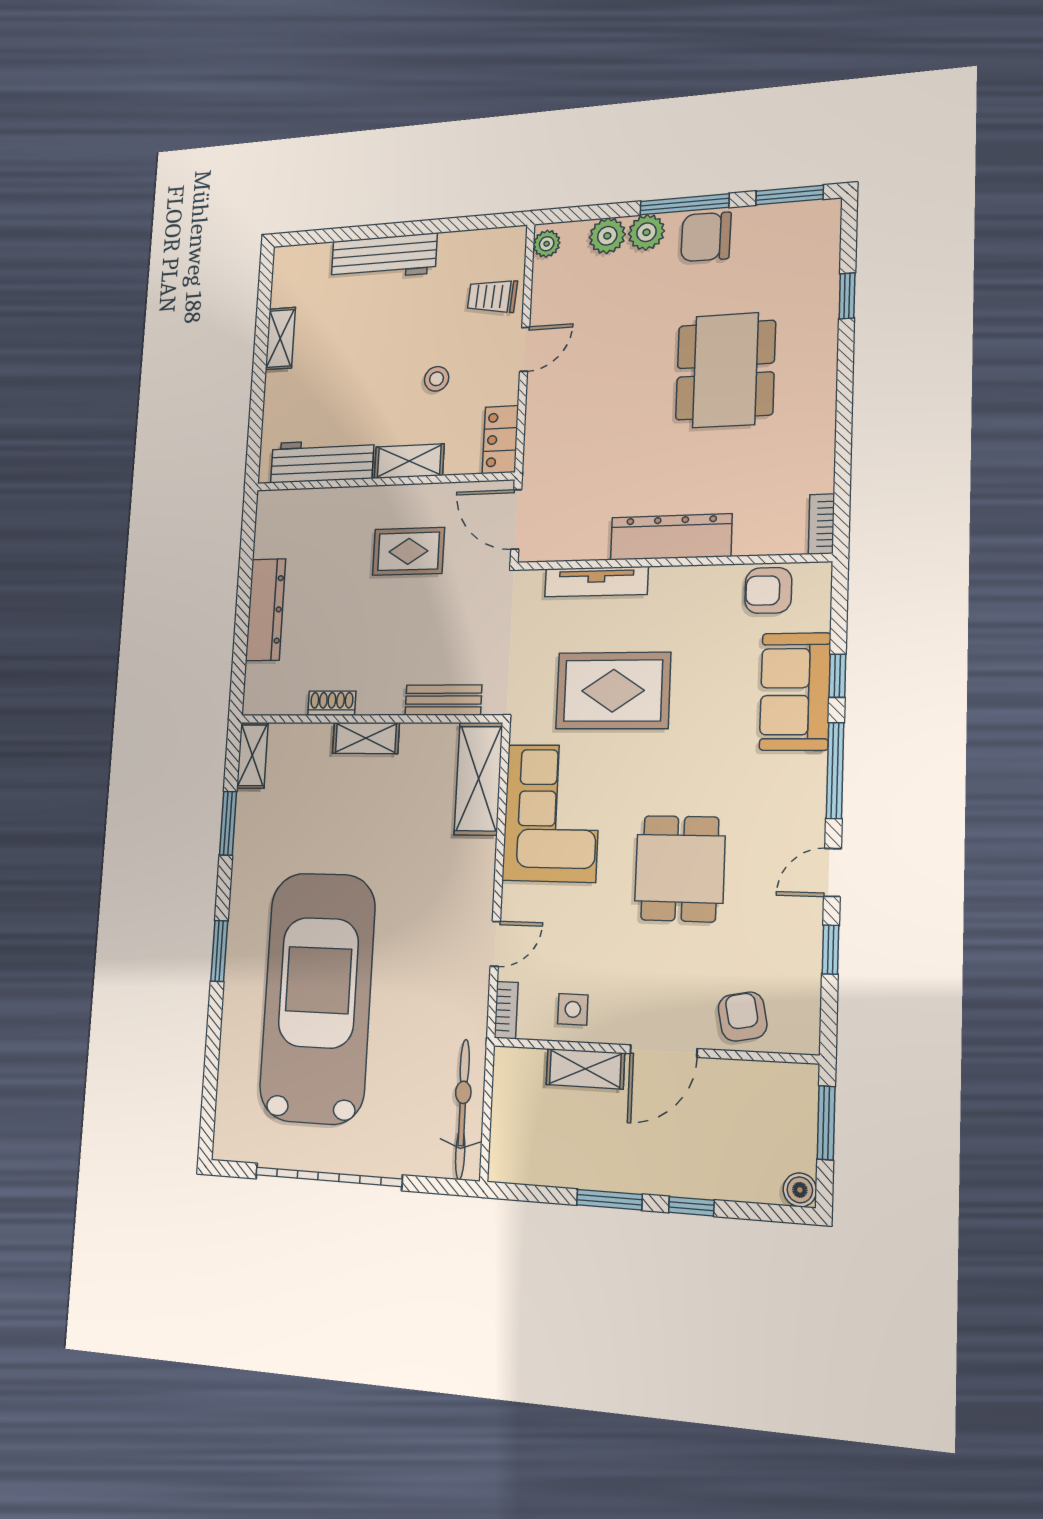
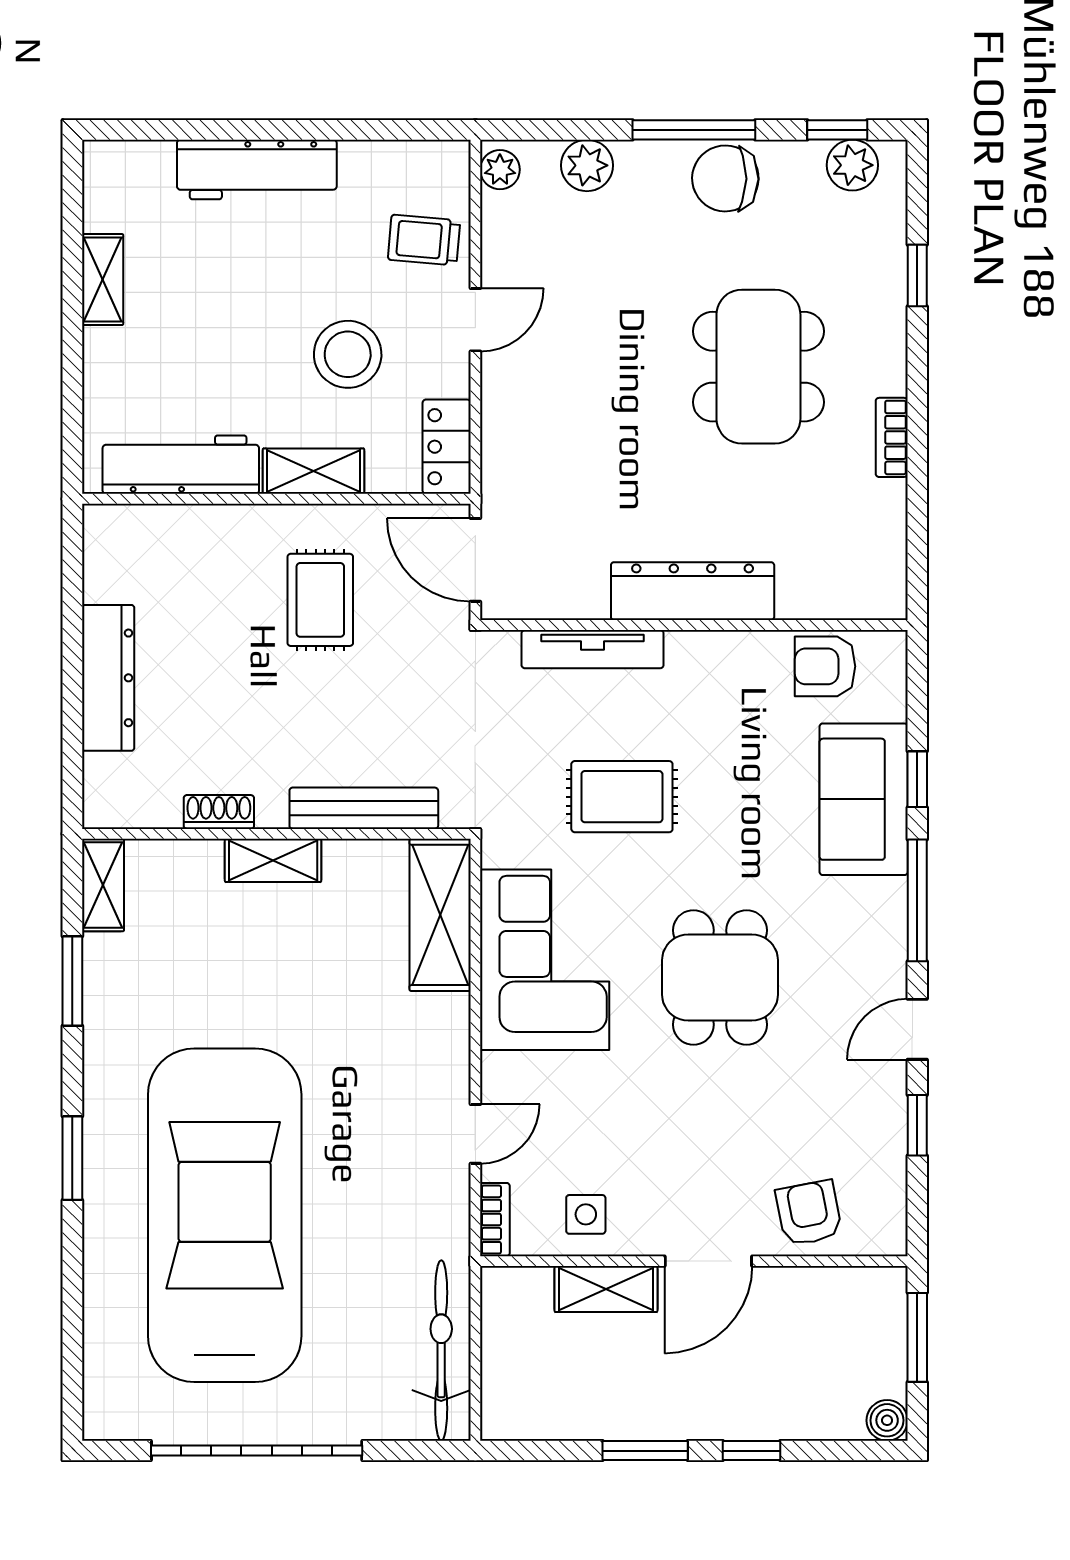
window: (790, 195) -> (837, 130), width x0.67
plant: (646, 232) -> (852, 165), moved
stool: (437, 379) -> (348, 354), width x1.89, depth x1.89
bookcase: (821, 524) -> (892, 437), moved
rug: (408, 551) -> (320, 600), turned 90
rug: (613, 691) -> (622, 797), width x0.73, depth x0.70
bench: (443, 700) -> (364, 808), width x1.36
dining table: (680, 869) -> (720, 977), moved

